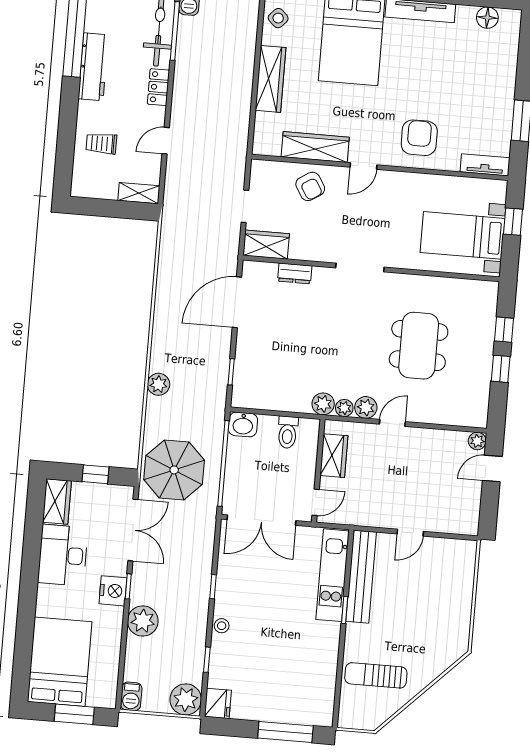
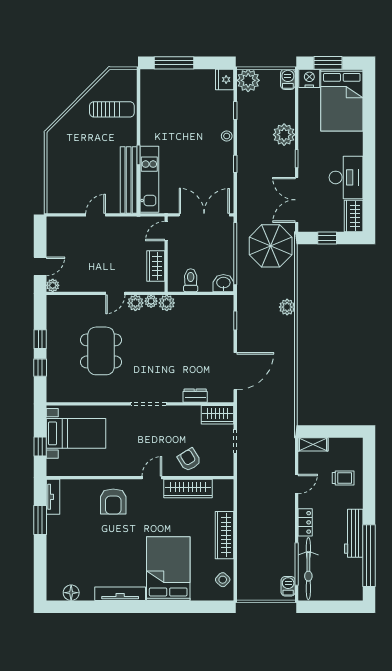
tv unit: (485, 165) -> (53, 497), moved, turned -90
nightstand: (113, 591) -> (309, 78), moved, turned 90

